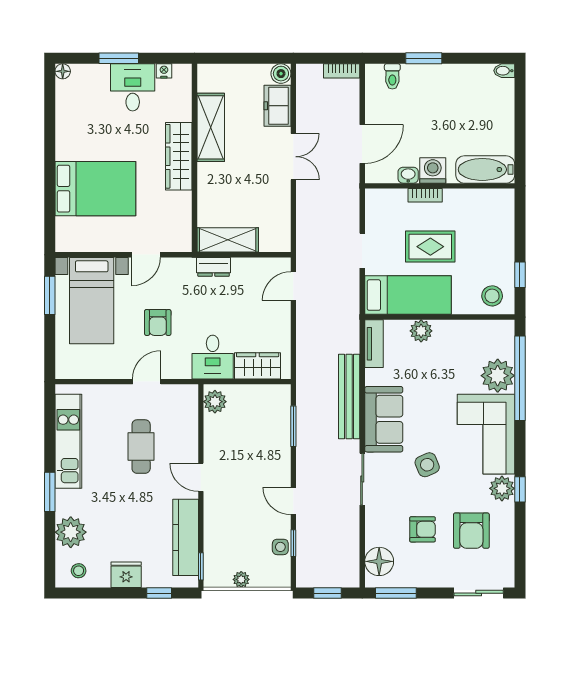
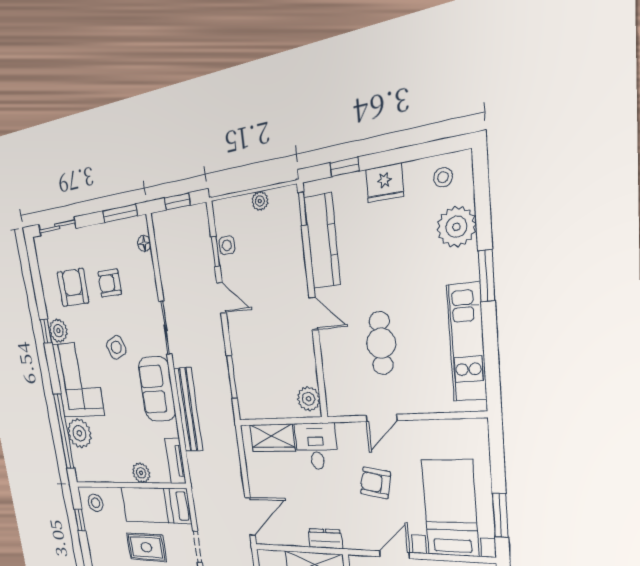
door: (293, 286) -> (250, 517), width x1.38
armchair: (158, 322) -> (376, 483), turned -79
floor lamp: (379, 561) -> (144, 243), width x0.53, depth x0.53

